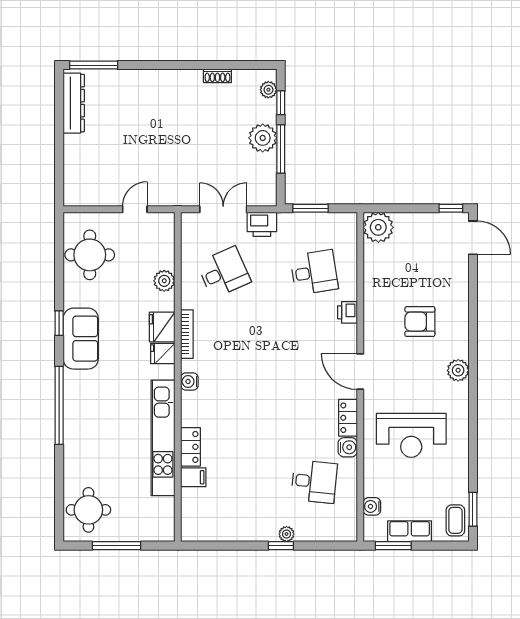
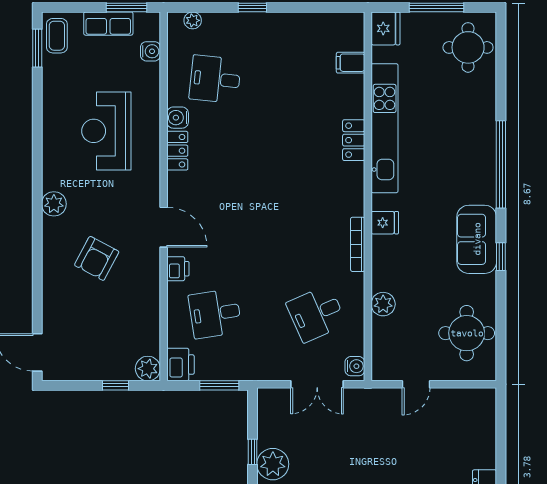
window: (281, 149) -> (253, 452), width x0.46
window: (451, 208) -> (116, 385), moved
printer: (262, 224) -> (180, 365), moved, turned 90
plant: (378, 227) -> (148, 369), width x0.73, depth x0.73
armchair: (420, 322) -> (97, 258), turned 118
fridge: (162, 327) -> (386, 28), moved
door: (360, 372) -> (164, 227), moved
water cooler: (189, 381) -> (355, 366), moved
reception desk: (411, 435) -> (106, 131), turned -90
locker: (191, 447) -> (354, 140), moved
filing cabinet: (193, 477) -> (351, 63), moved
plant: (287, 534) -> (193, 20), moved

